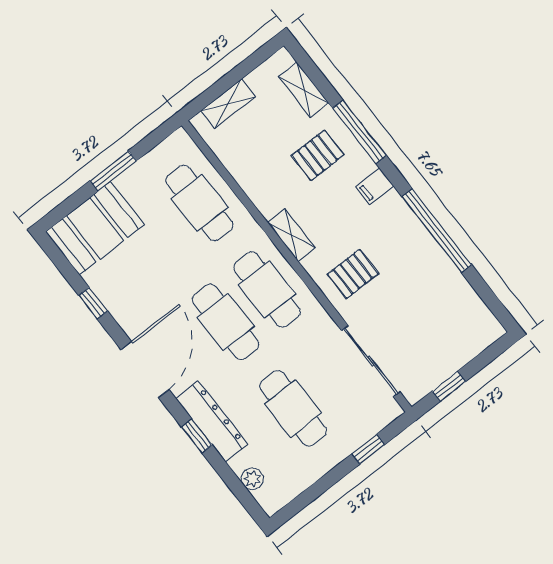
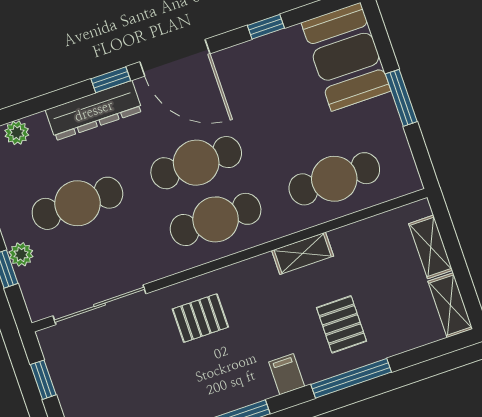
shelving: (304, 90) -> (450, 305), moved, turned 90
shelving: (291, 235) -> (303, 253), moved
pallet: (353, 274) -> (200, 318), turned 90
window: (197, 436) -> (111, 80), moved
plant: (352, 440) -> (21, 254), added

